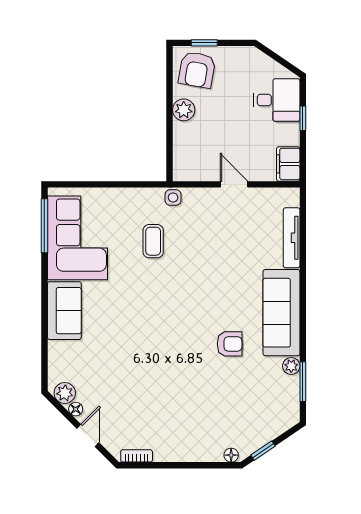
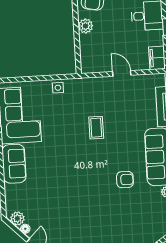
side table: (173, 197) -> (58, 88), moved
coffee table: (153, 241) -> (96, 128), moved

